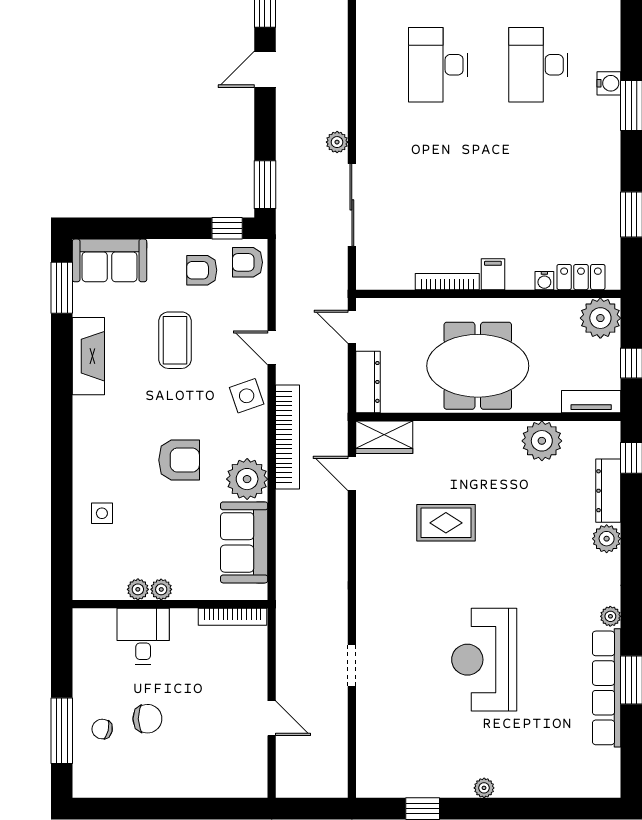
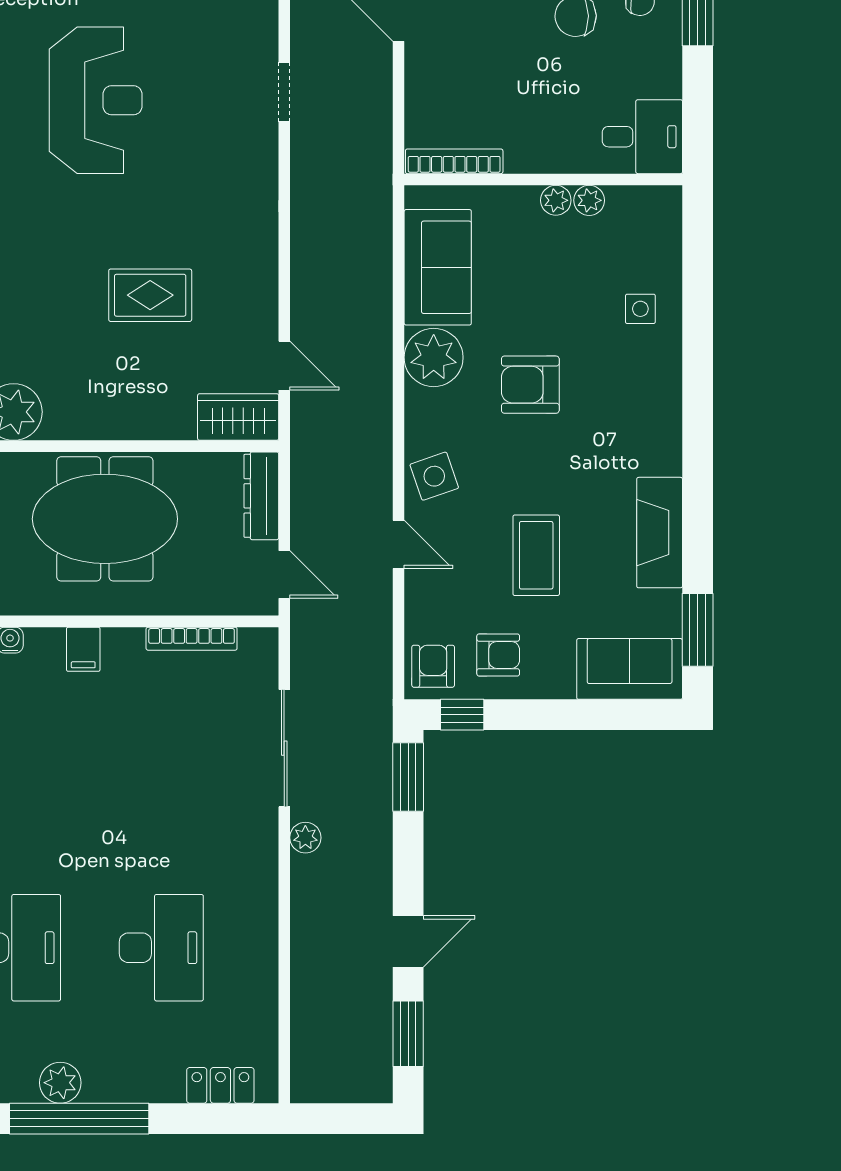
armchair: (247, 262) -> (433, 666), turned -90
bookcase: (447, 282) -> (192, 639), moved
bookcase: (288, 437) -> (376, 418), removed
desk: (143, 636) -> (642, 137), moved, turned -90

